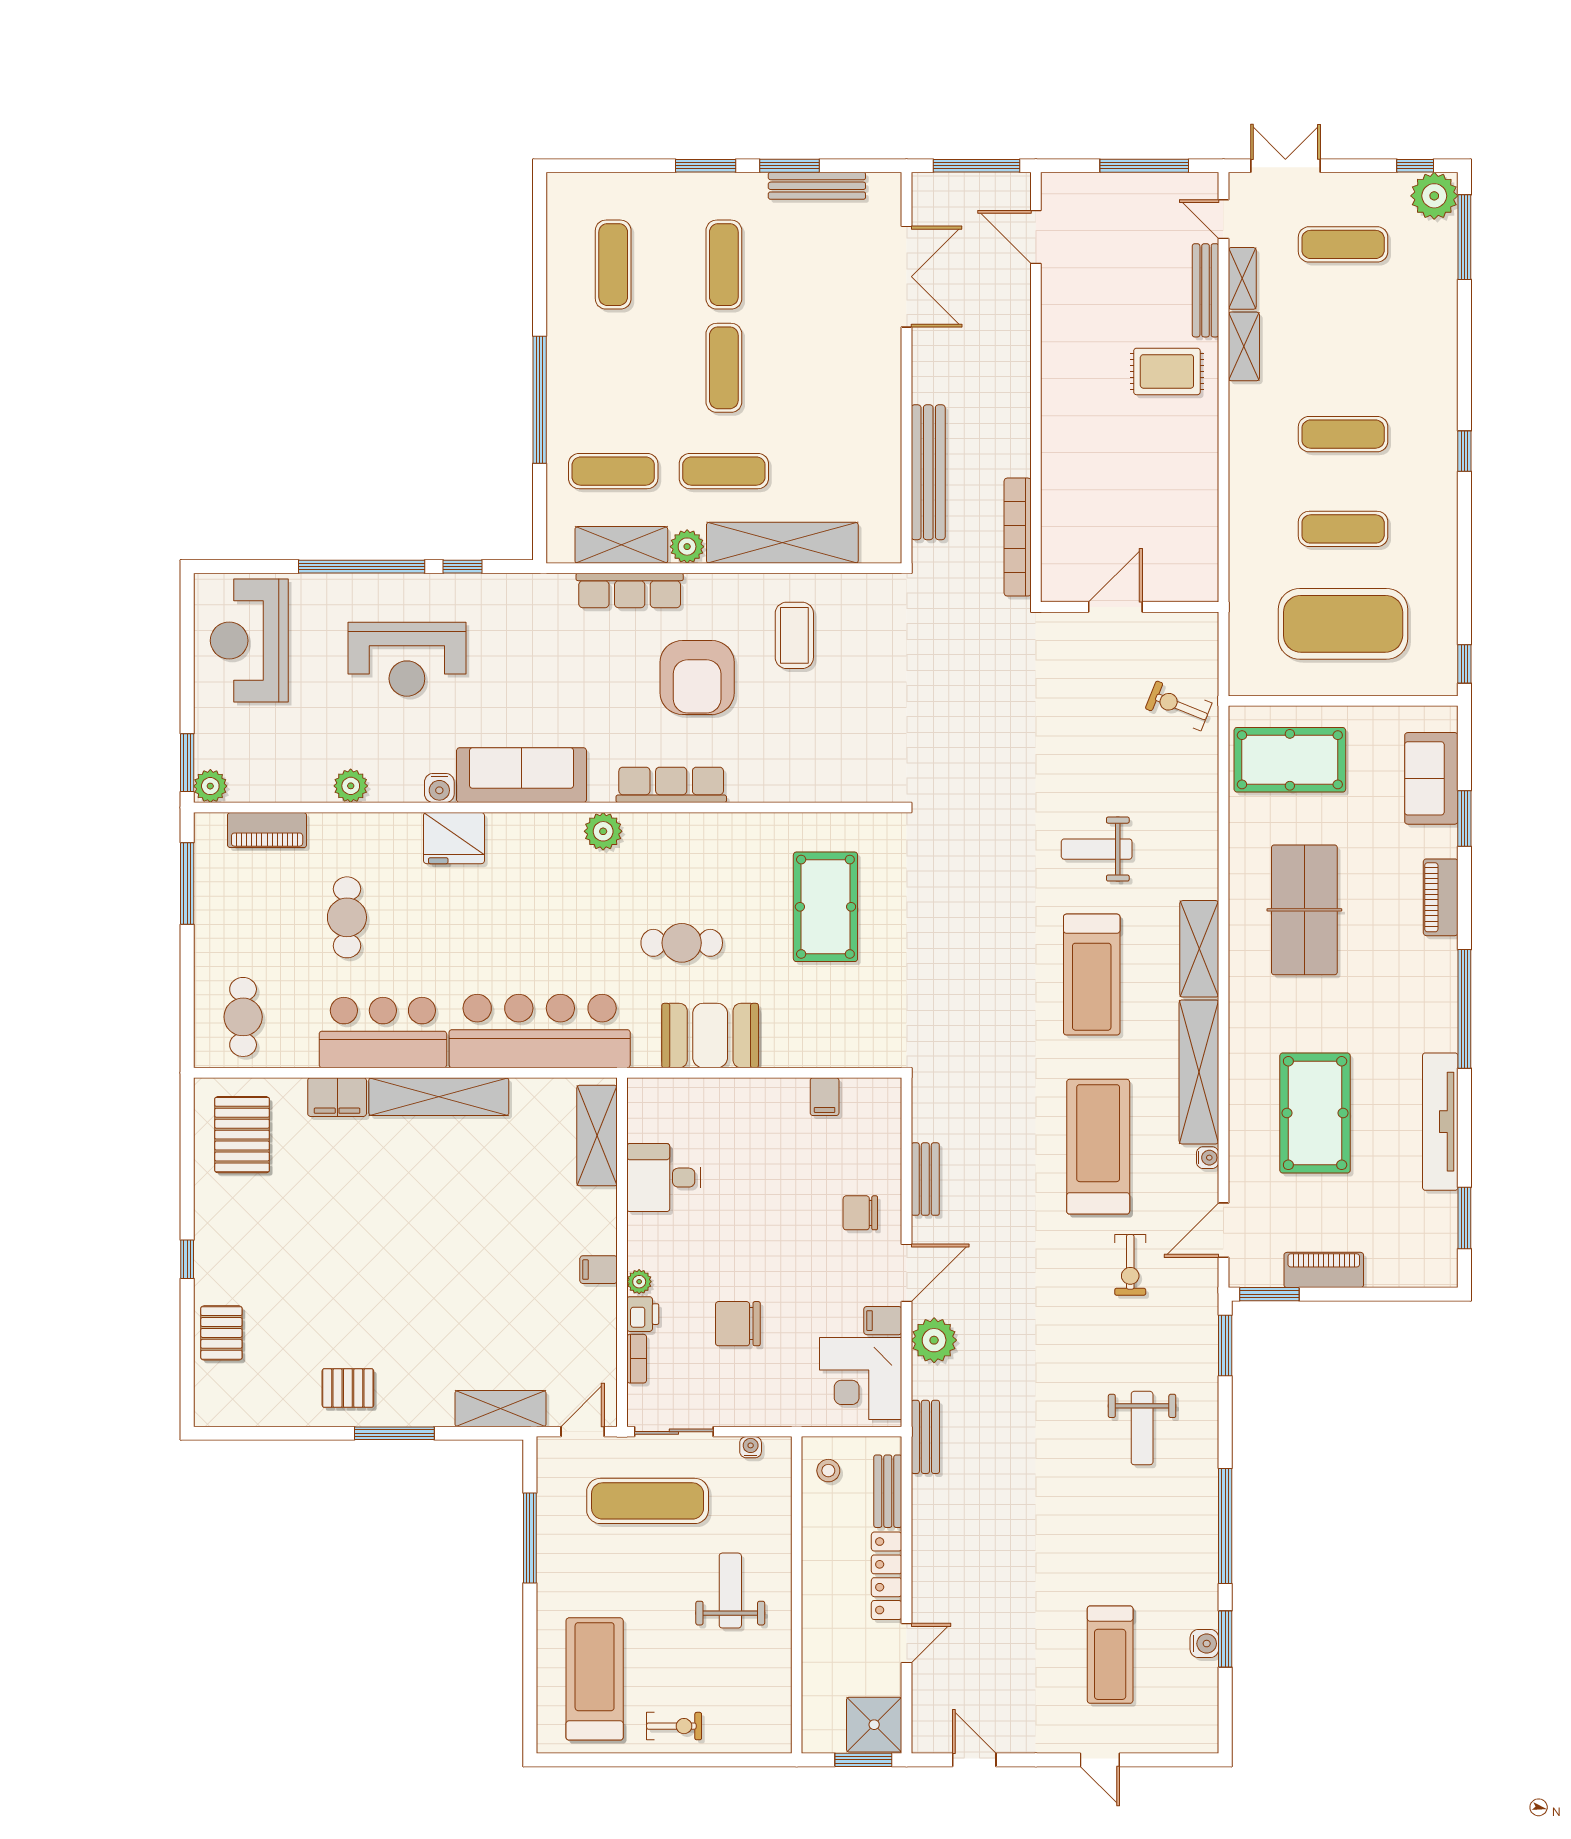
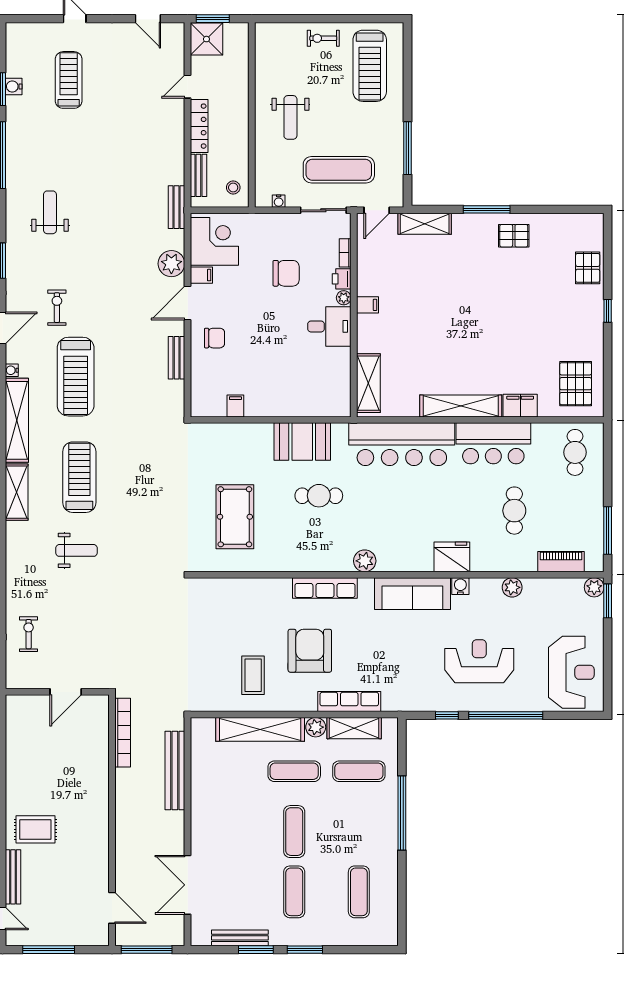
exercise bike: (1179, 706) -> (29, 634), turned -112
desk: (664, 1178) -> (329, 326), moved

